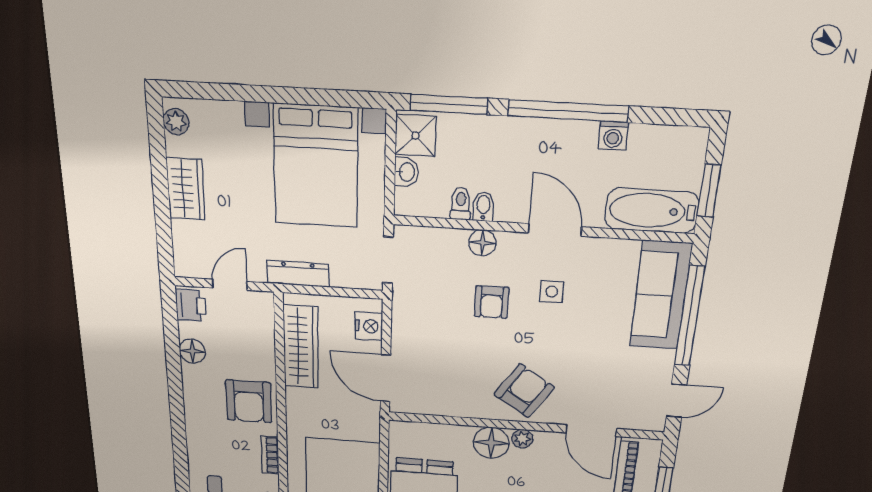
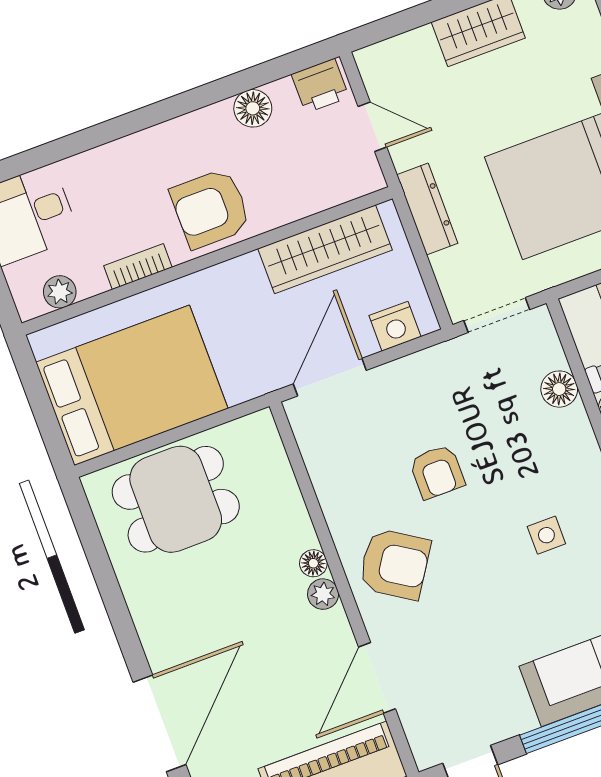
floor lamp: (482, 243) -> (559, 389), moved
armchair: (492, 302) -> (437, 472), moved, turned -90
floor lamp: (491, 443) -> (313, 563), width x0.53, depth x0.53

